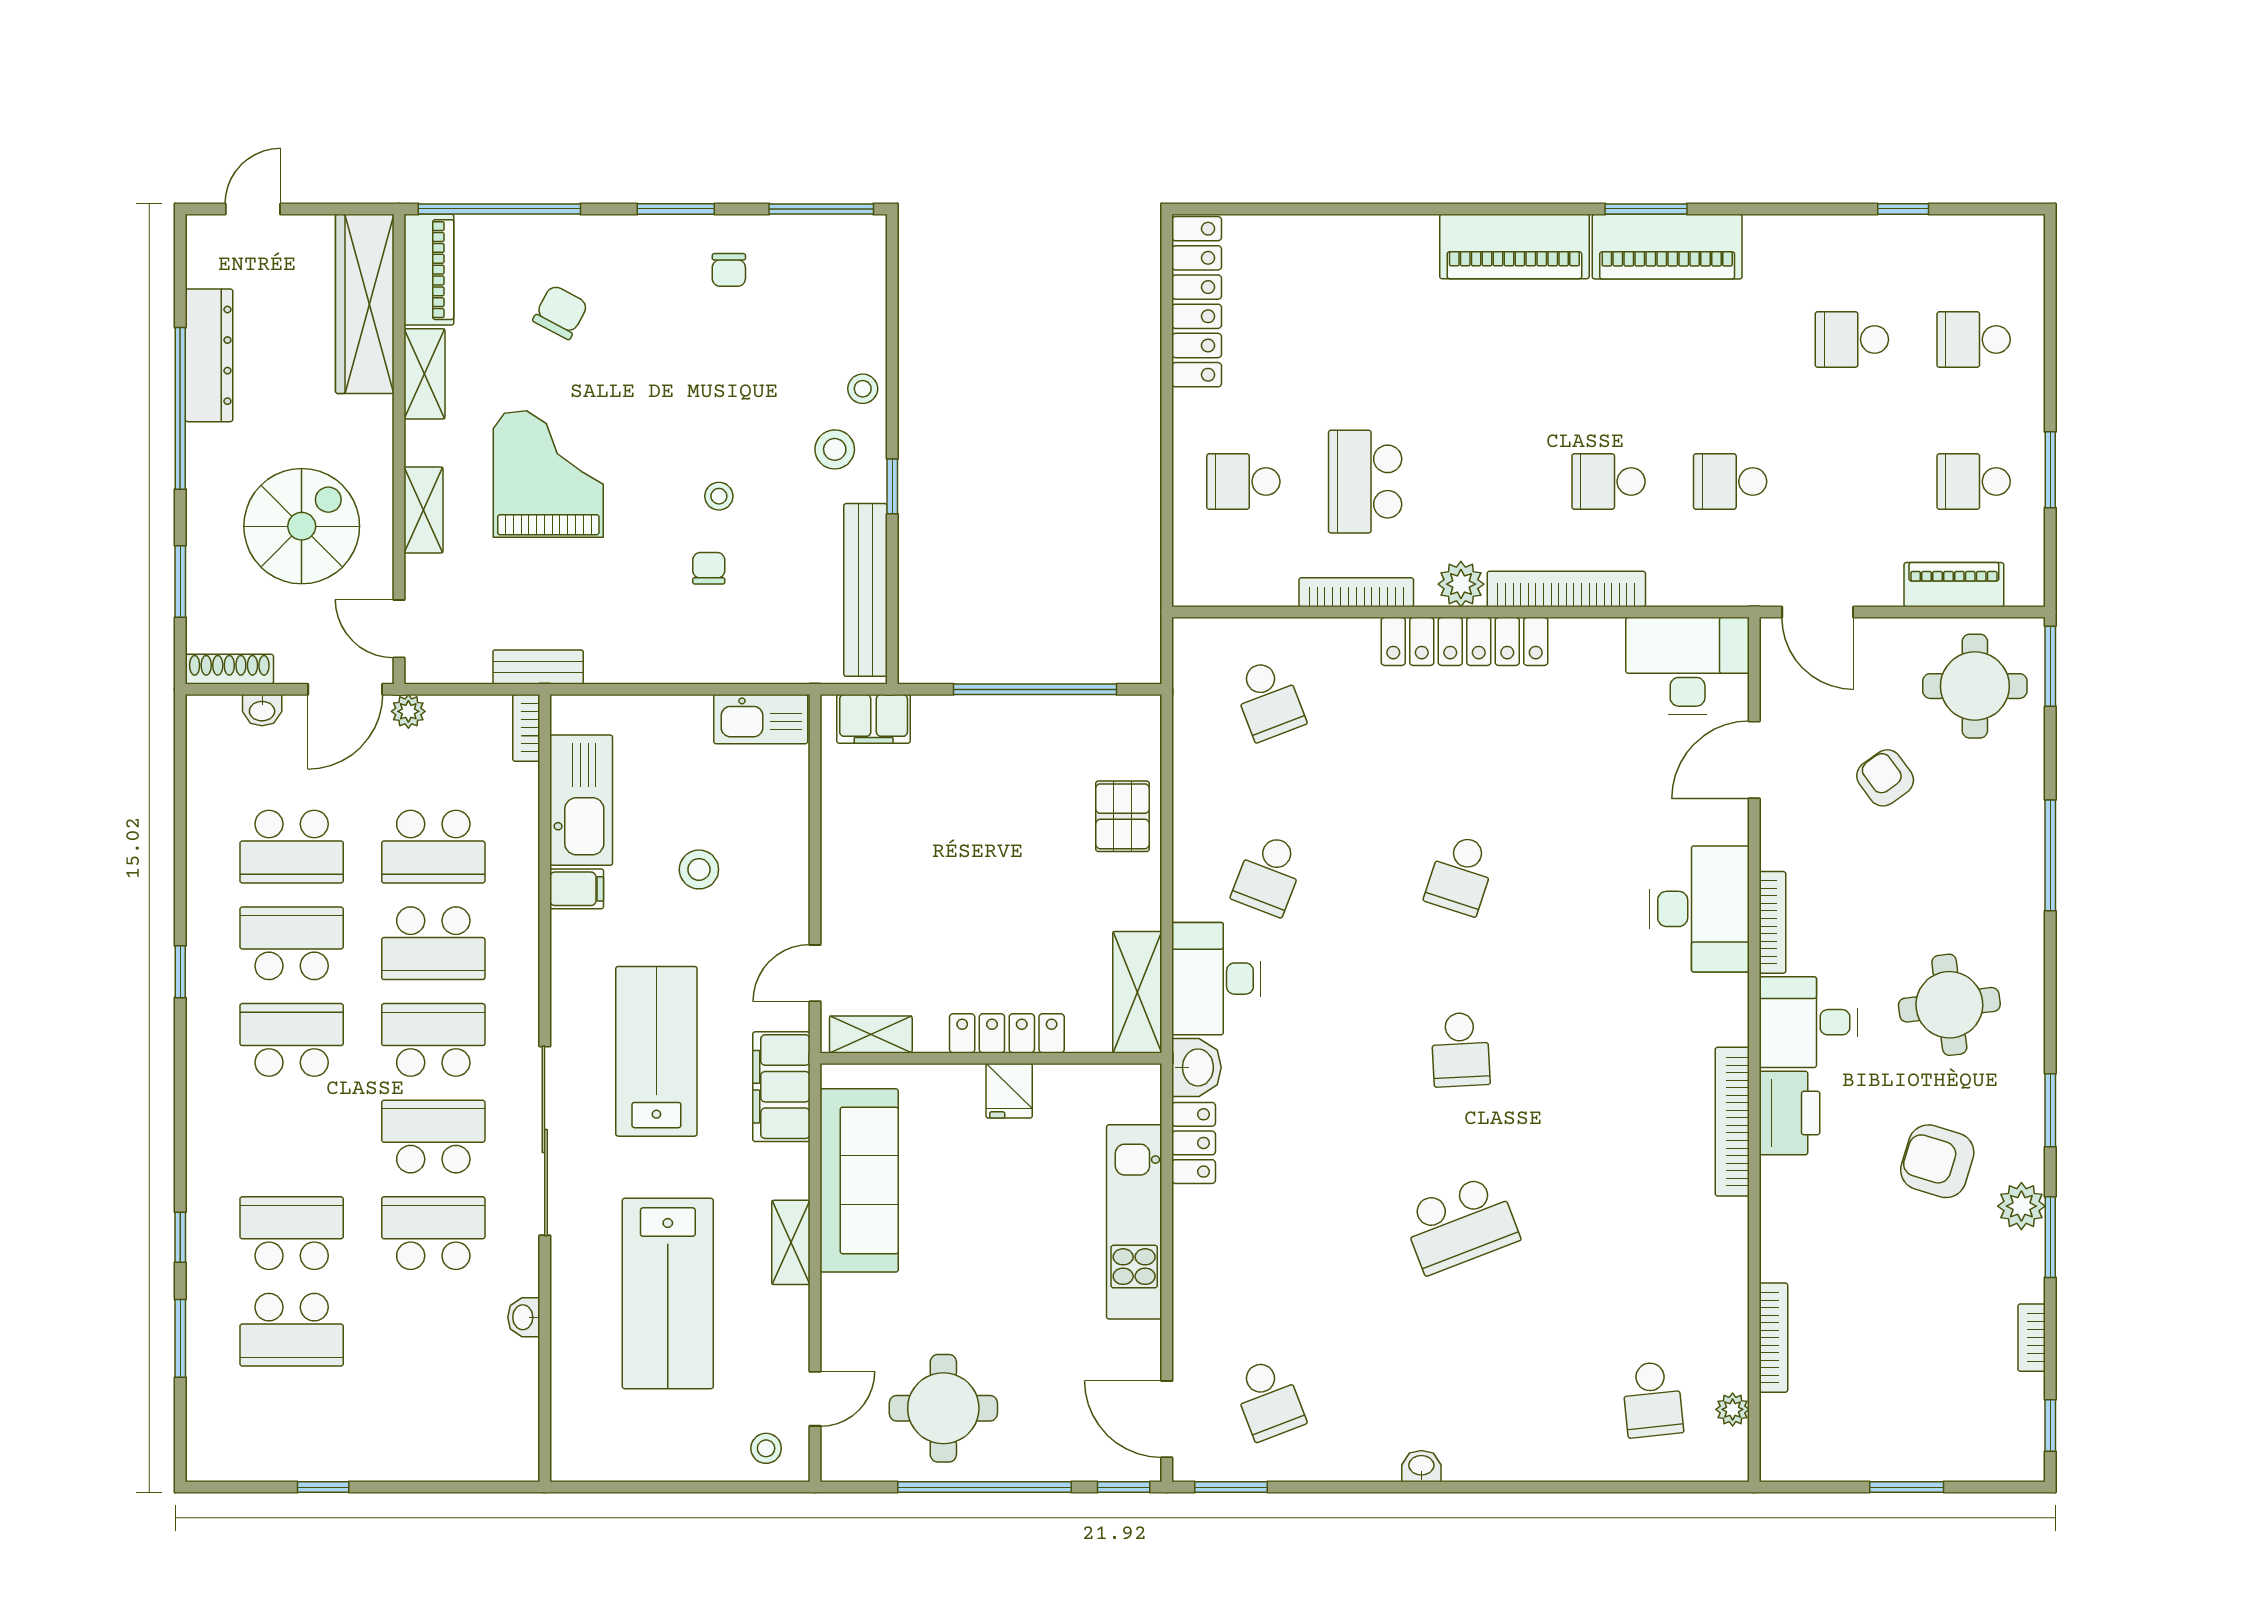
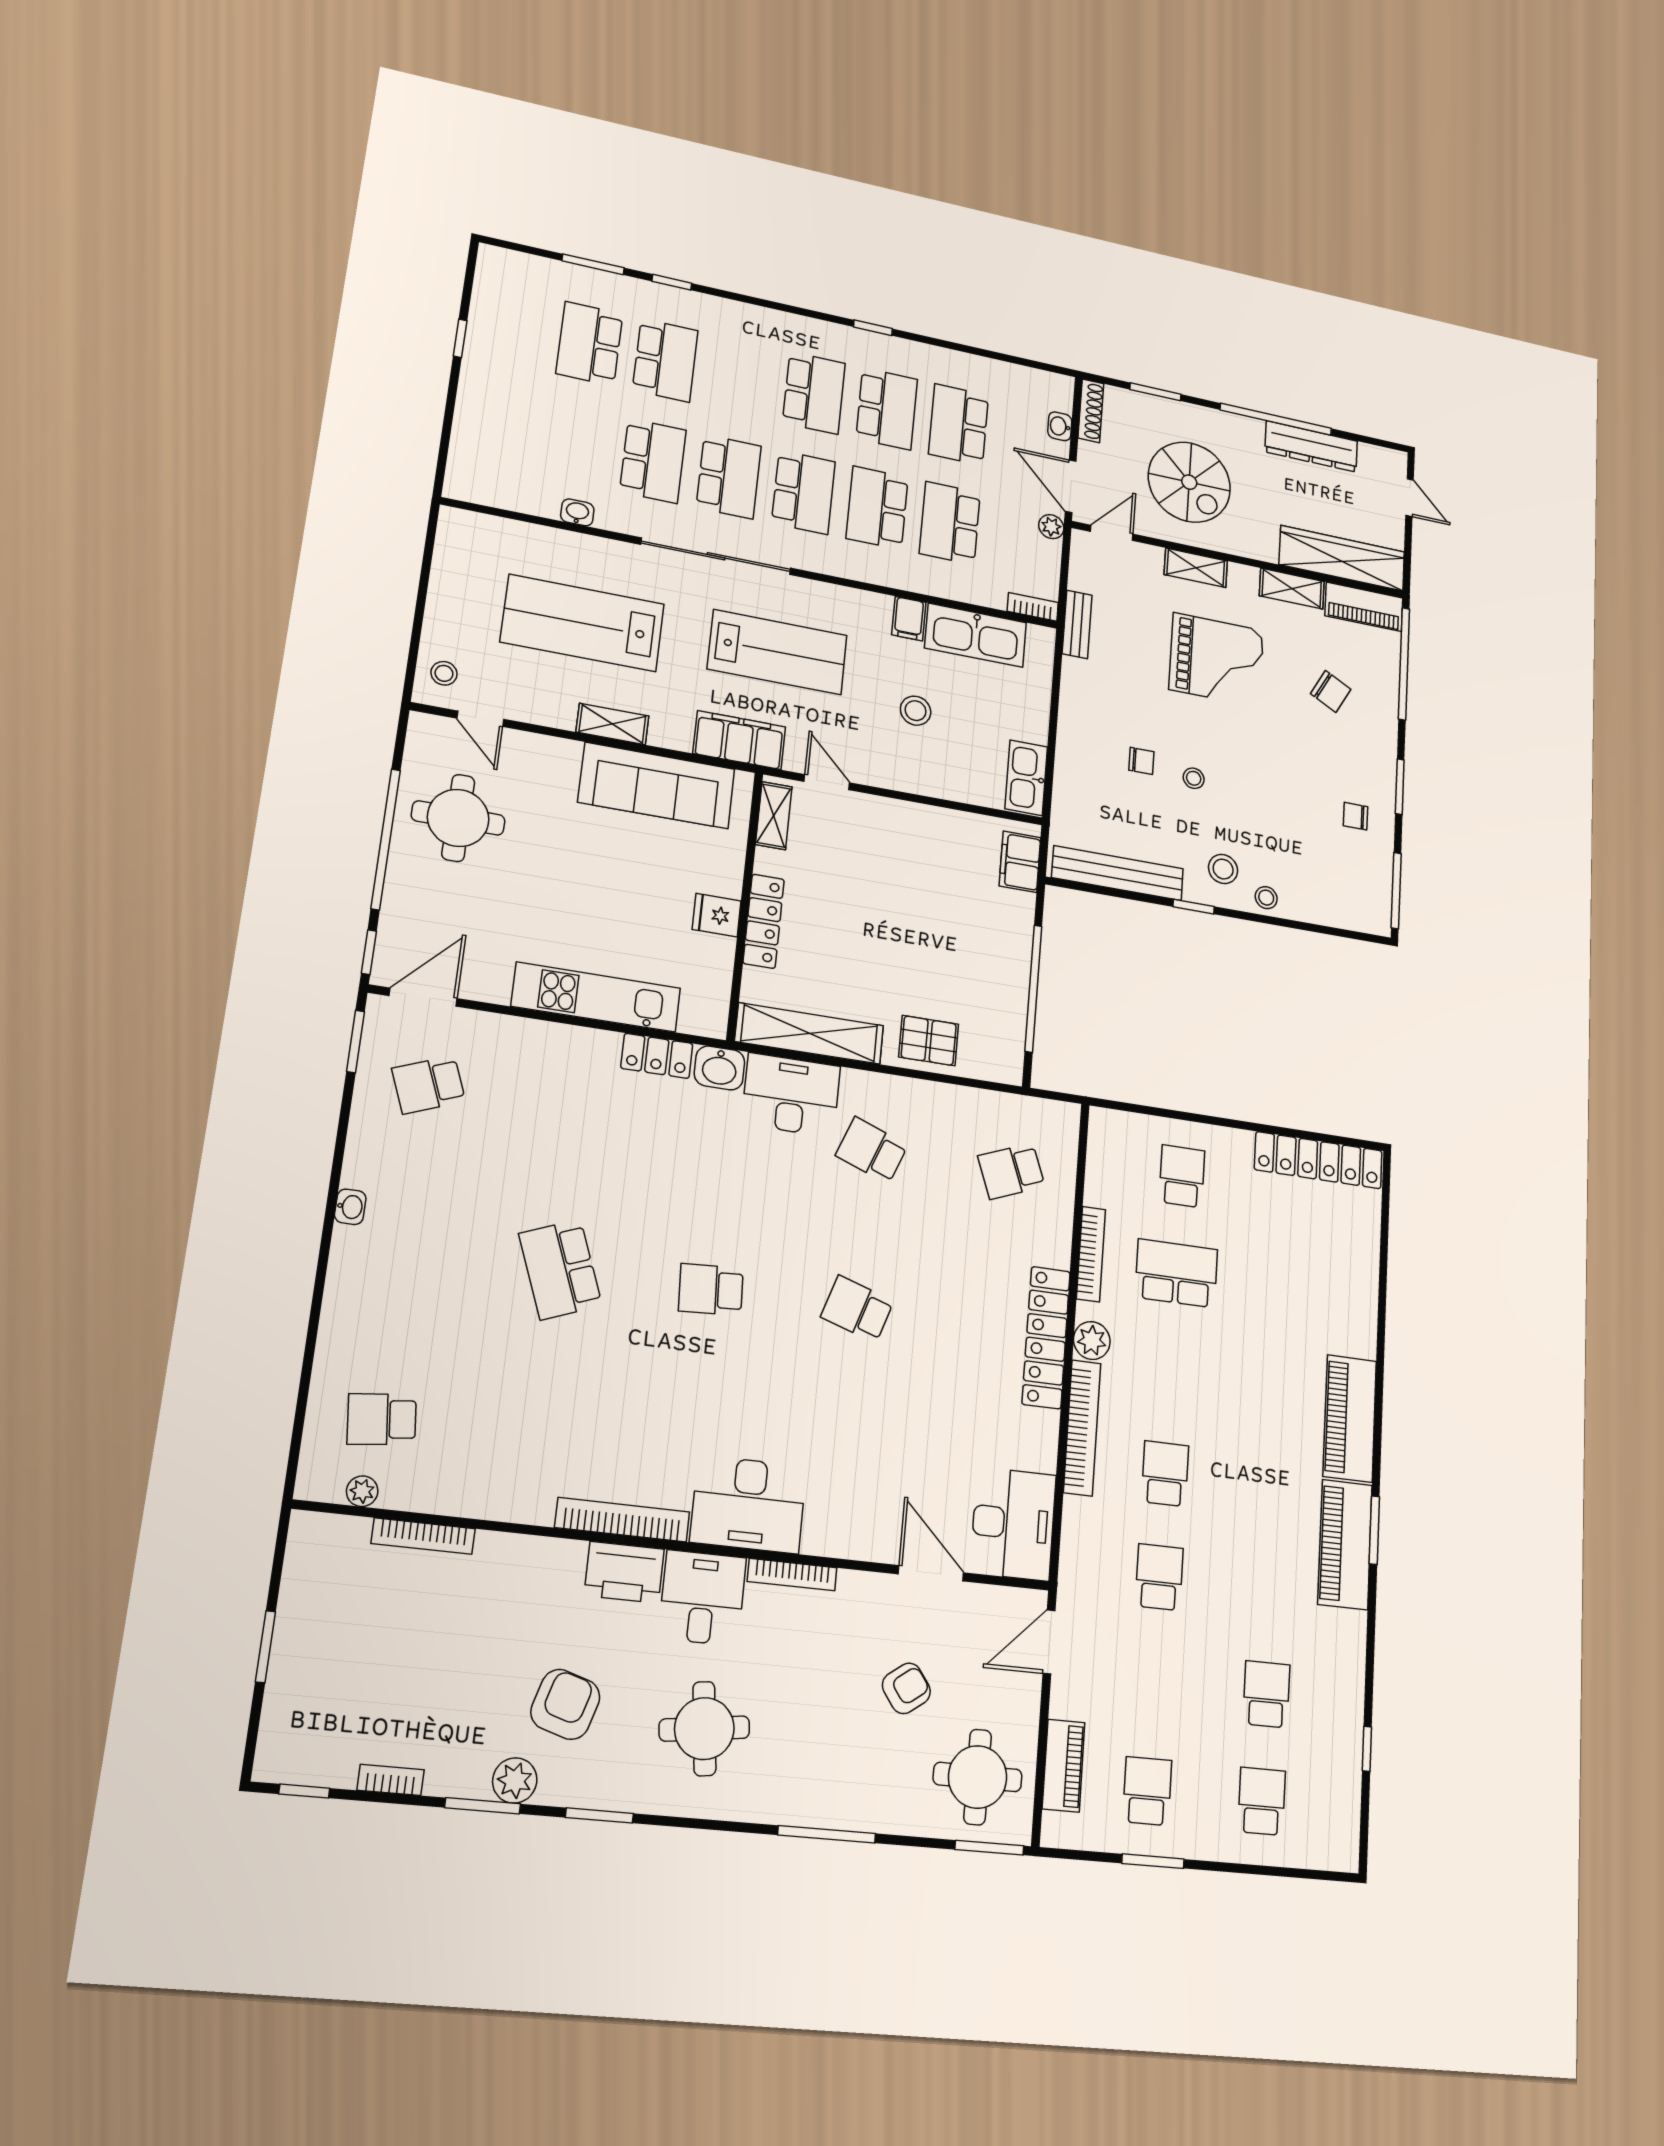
desk: (1700, 909) -> (748, 1504), moved
shelving: (1137, 992) -> (809, 1033), width x1.47

